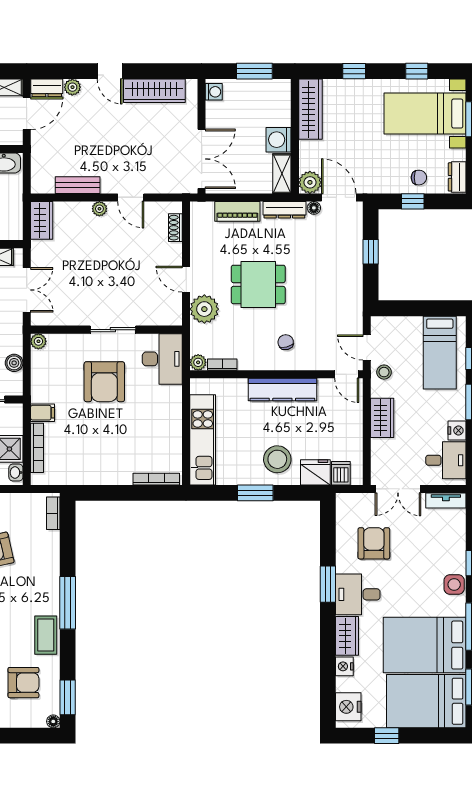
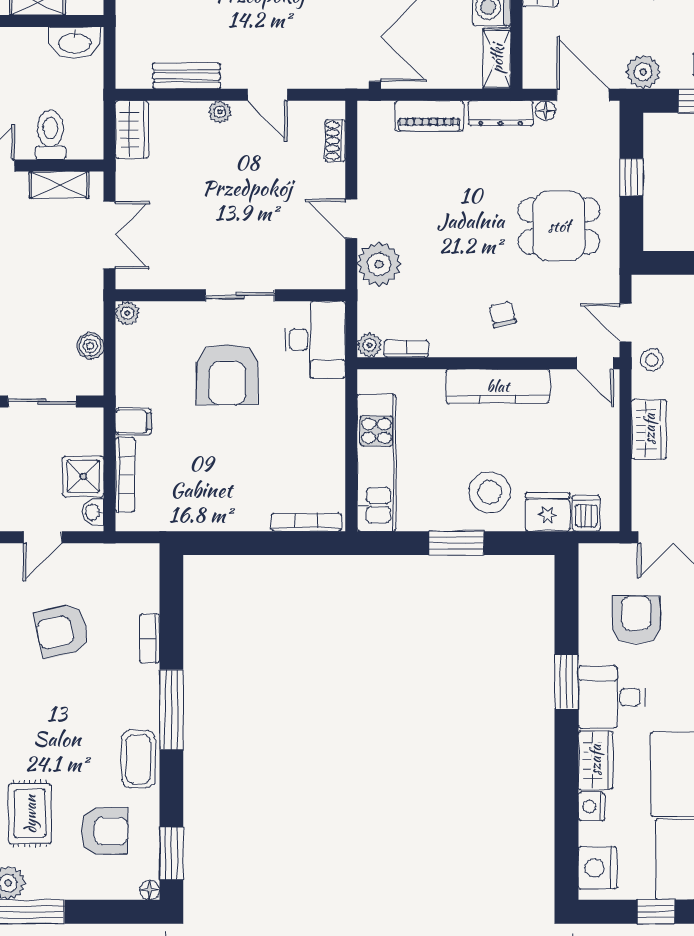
plant: (310, 182) -> (643, 72), moved
dining table: (258, 284) -> (559, 226), moved
bookcase: (53, 513) -> (150, 639), moved

